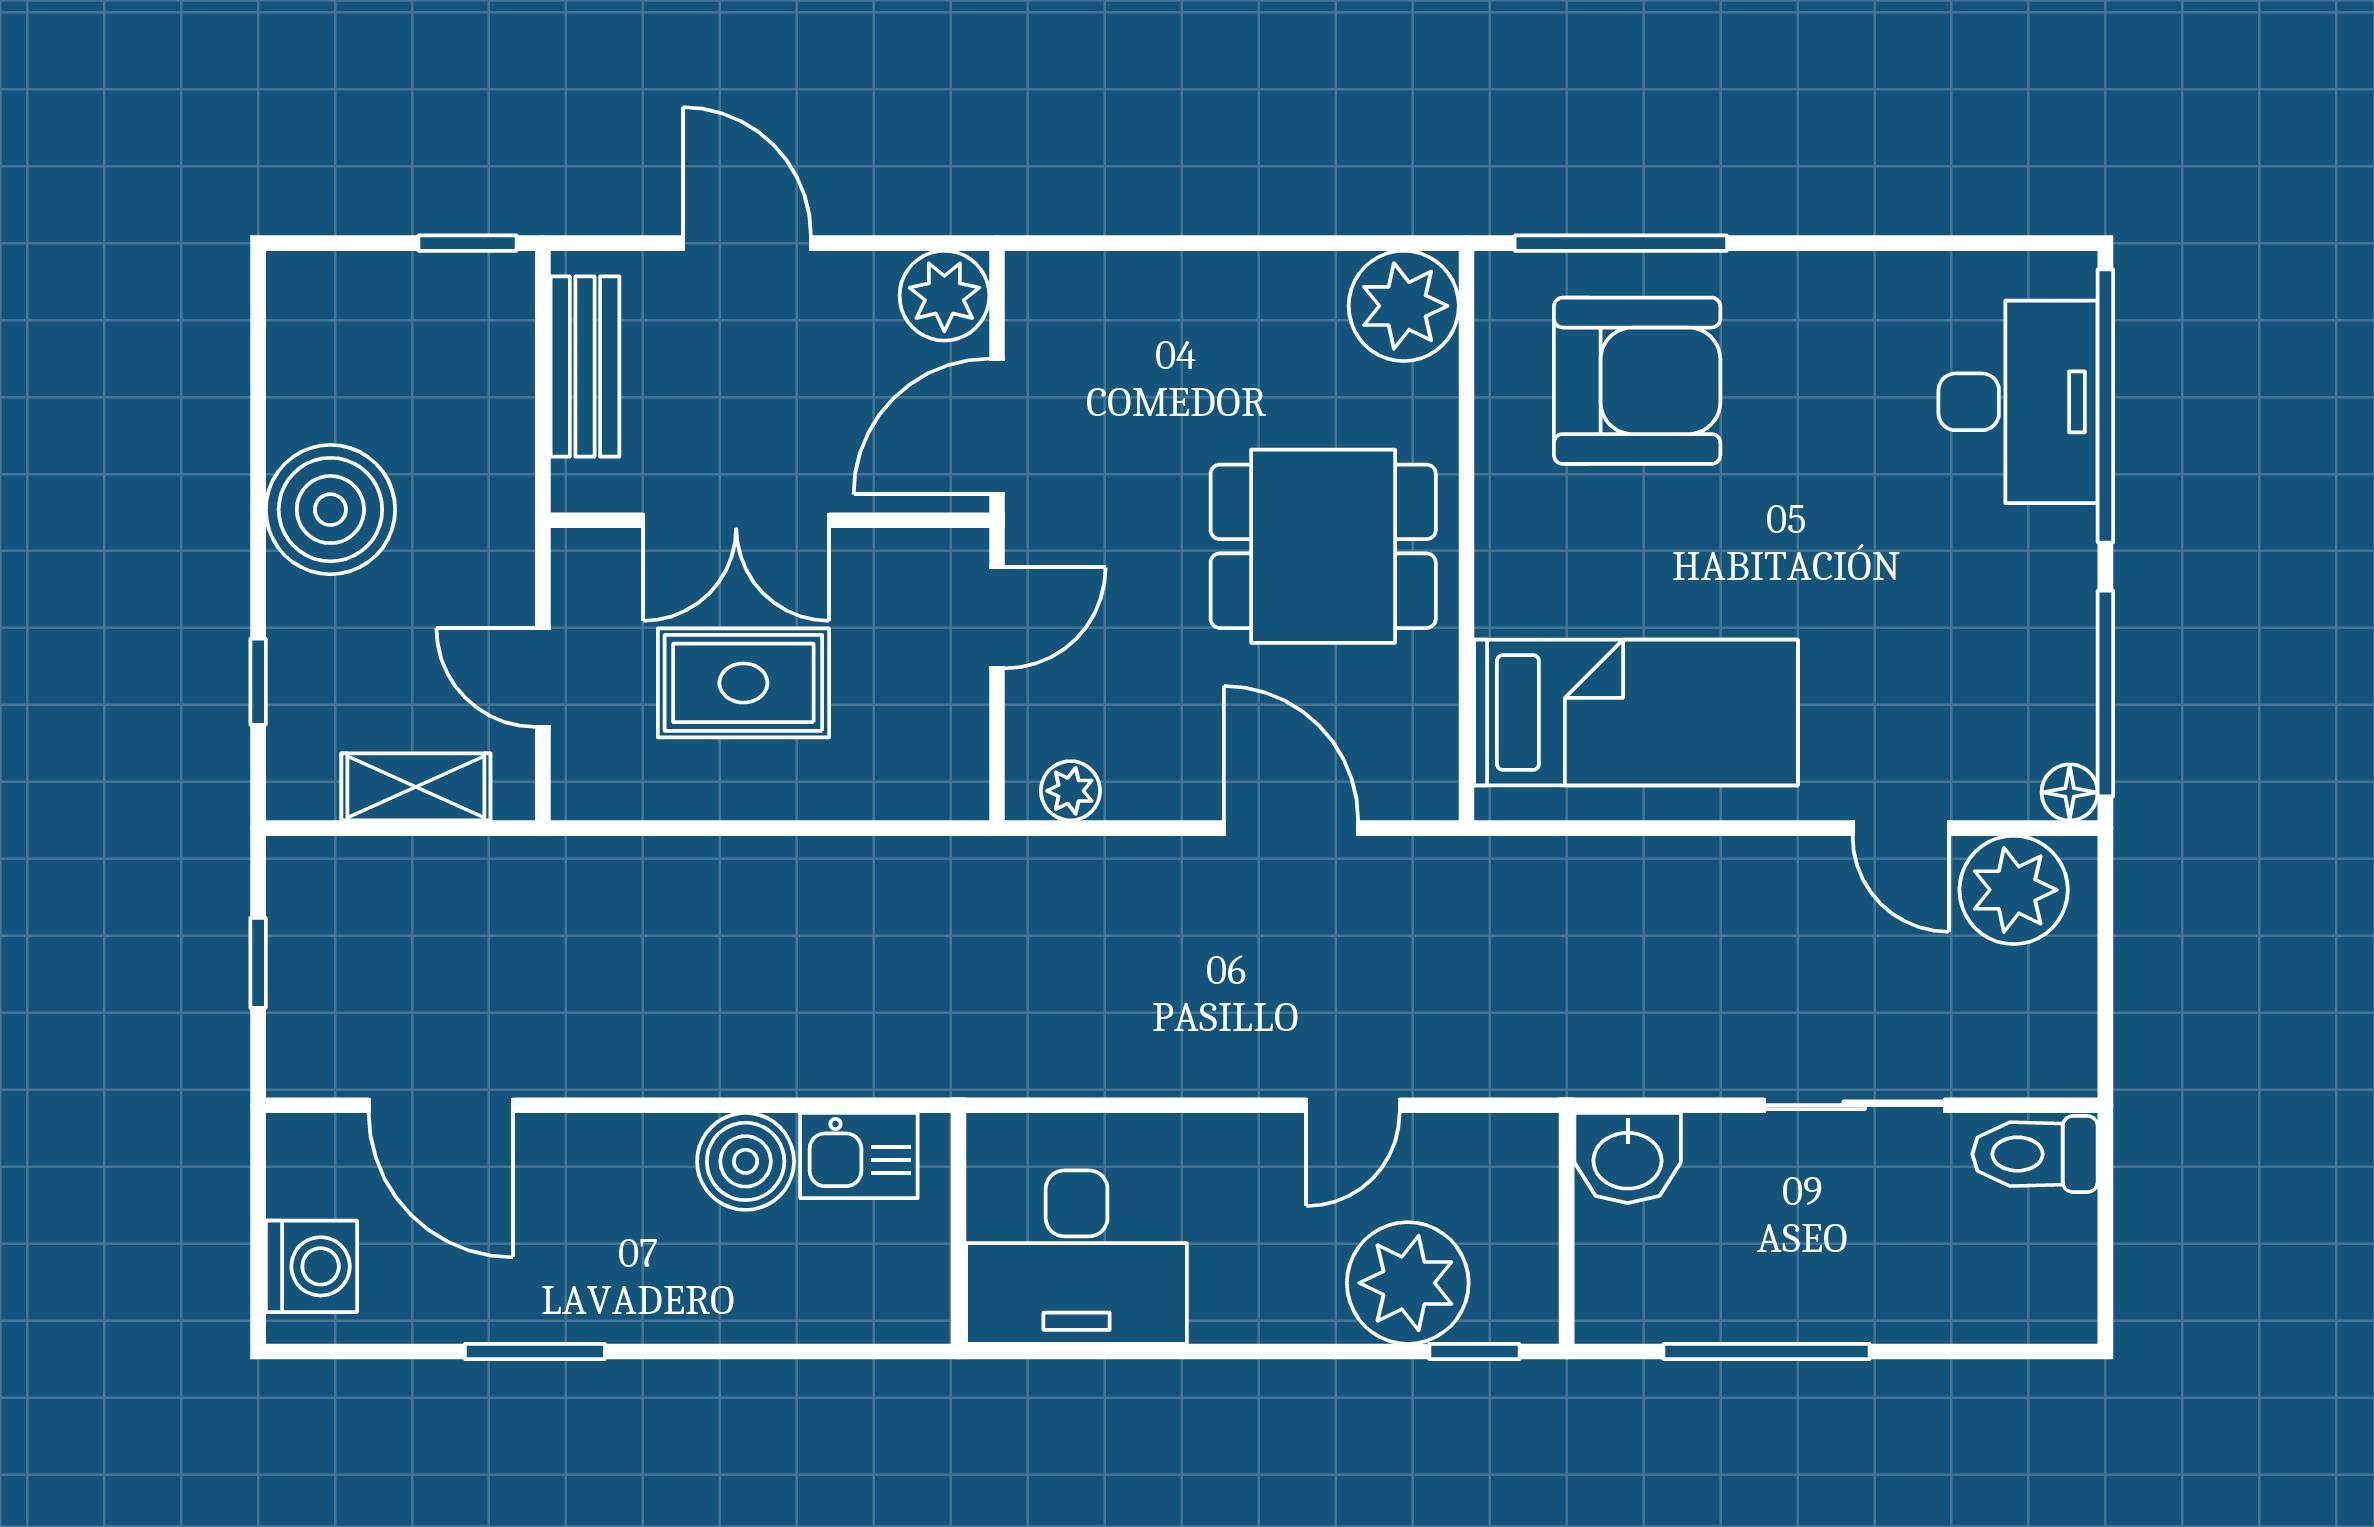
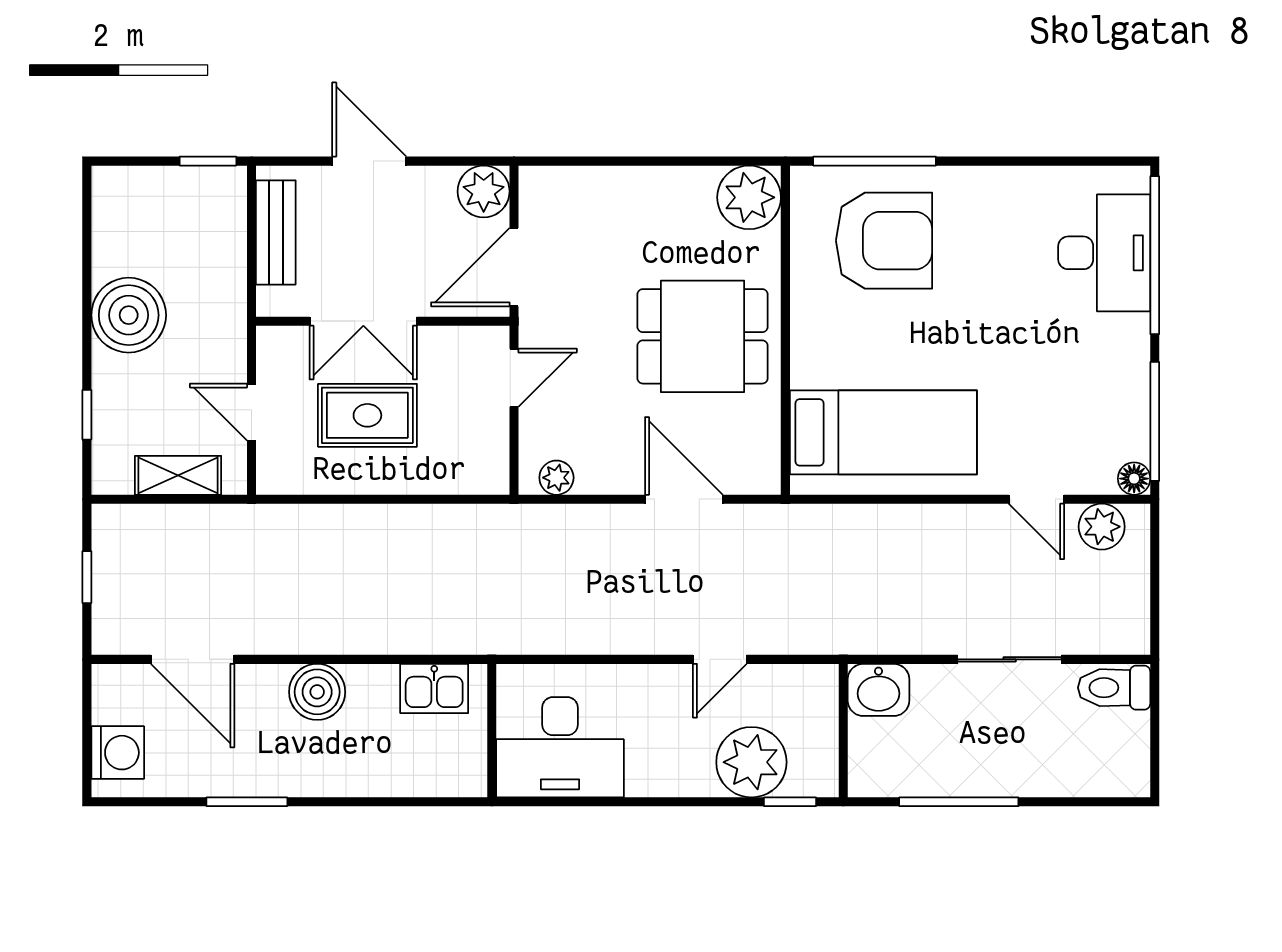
plant: (2014, 890) -> (1102, 527), width x0.73, depth x0.73
boiler: (746, 1161) -> (317, 692), moved

